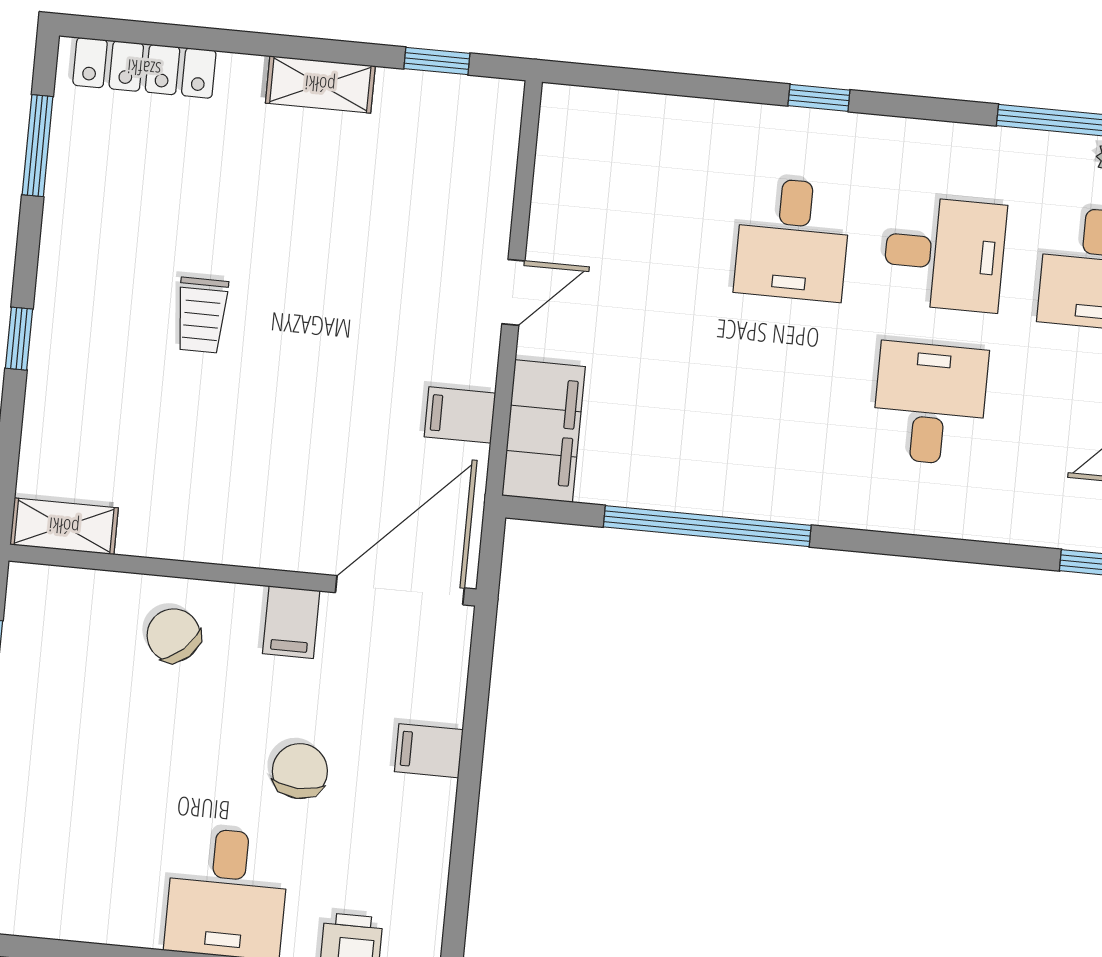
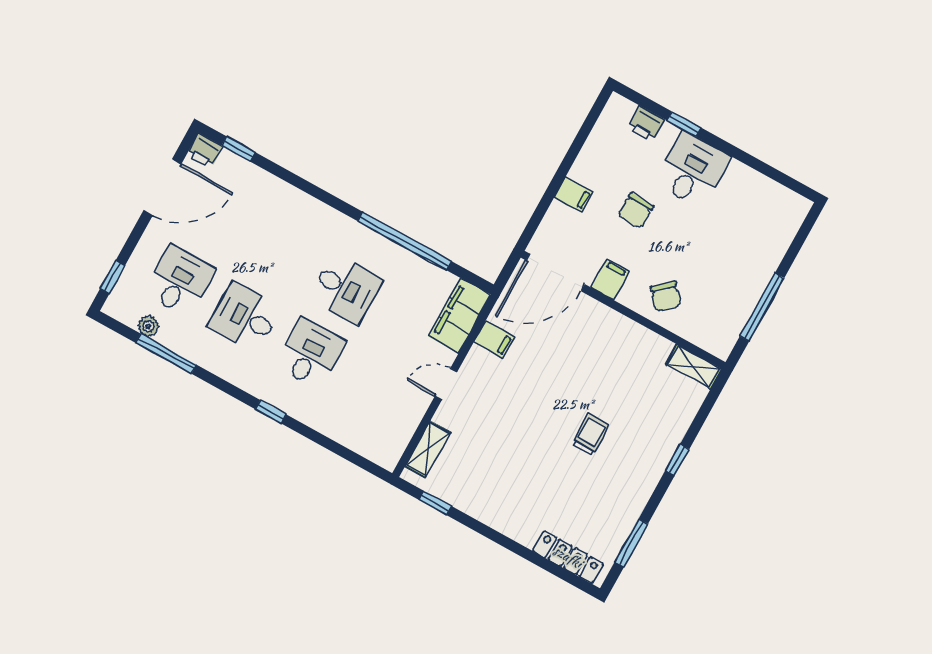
shelving: (320, 84) -> (428, 449), moved, turned 90
desk: (930, 404) -> (346, 289), moved, turned -90

